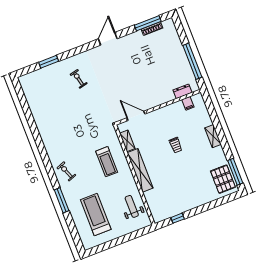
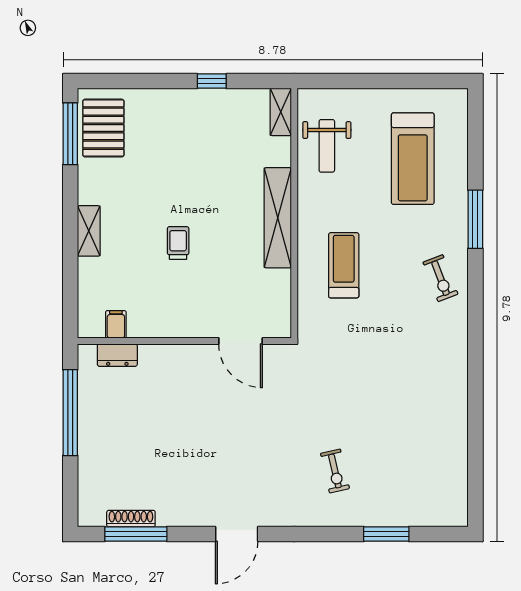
shelving: (127, 141) -> (281, 112), moved
window: (178, 218) -> (212, 81), moved

